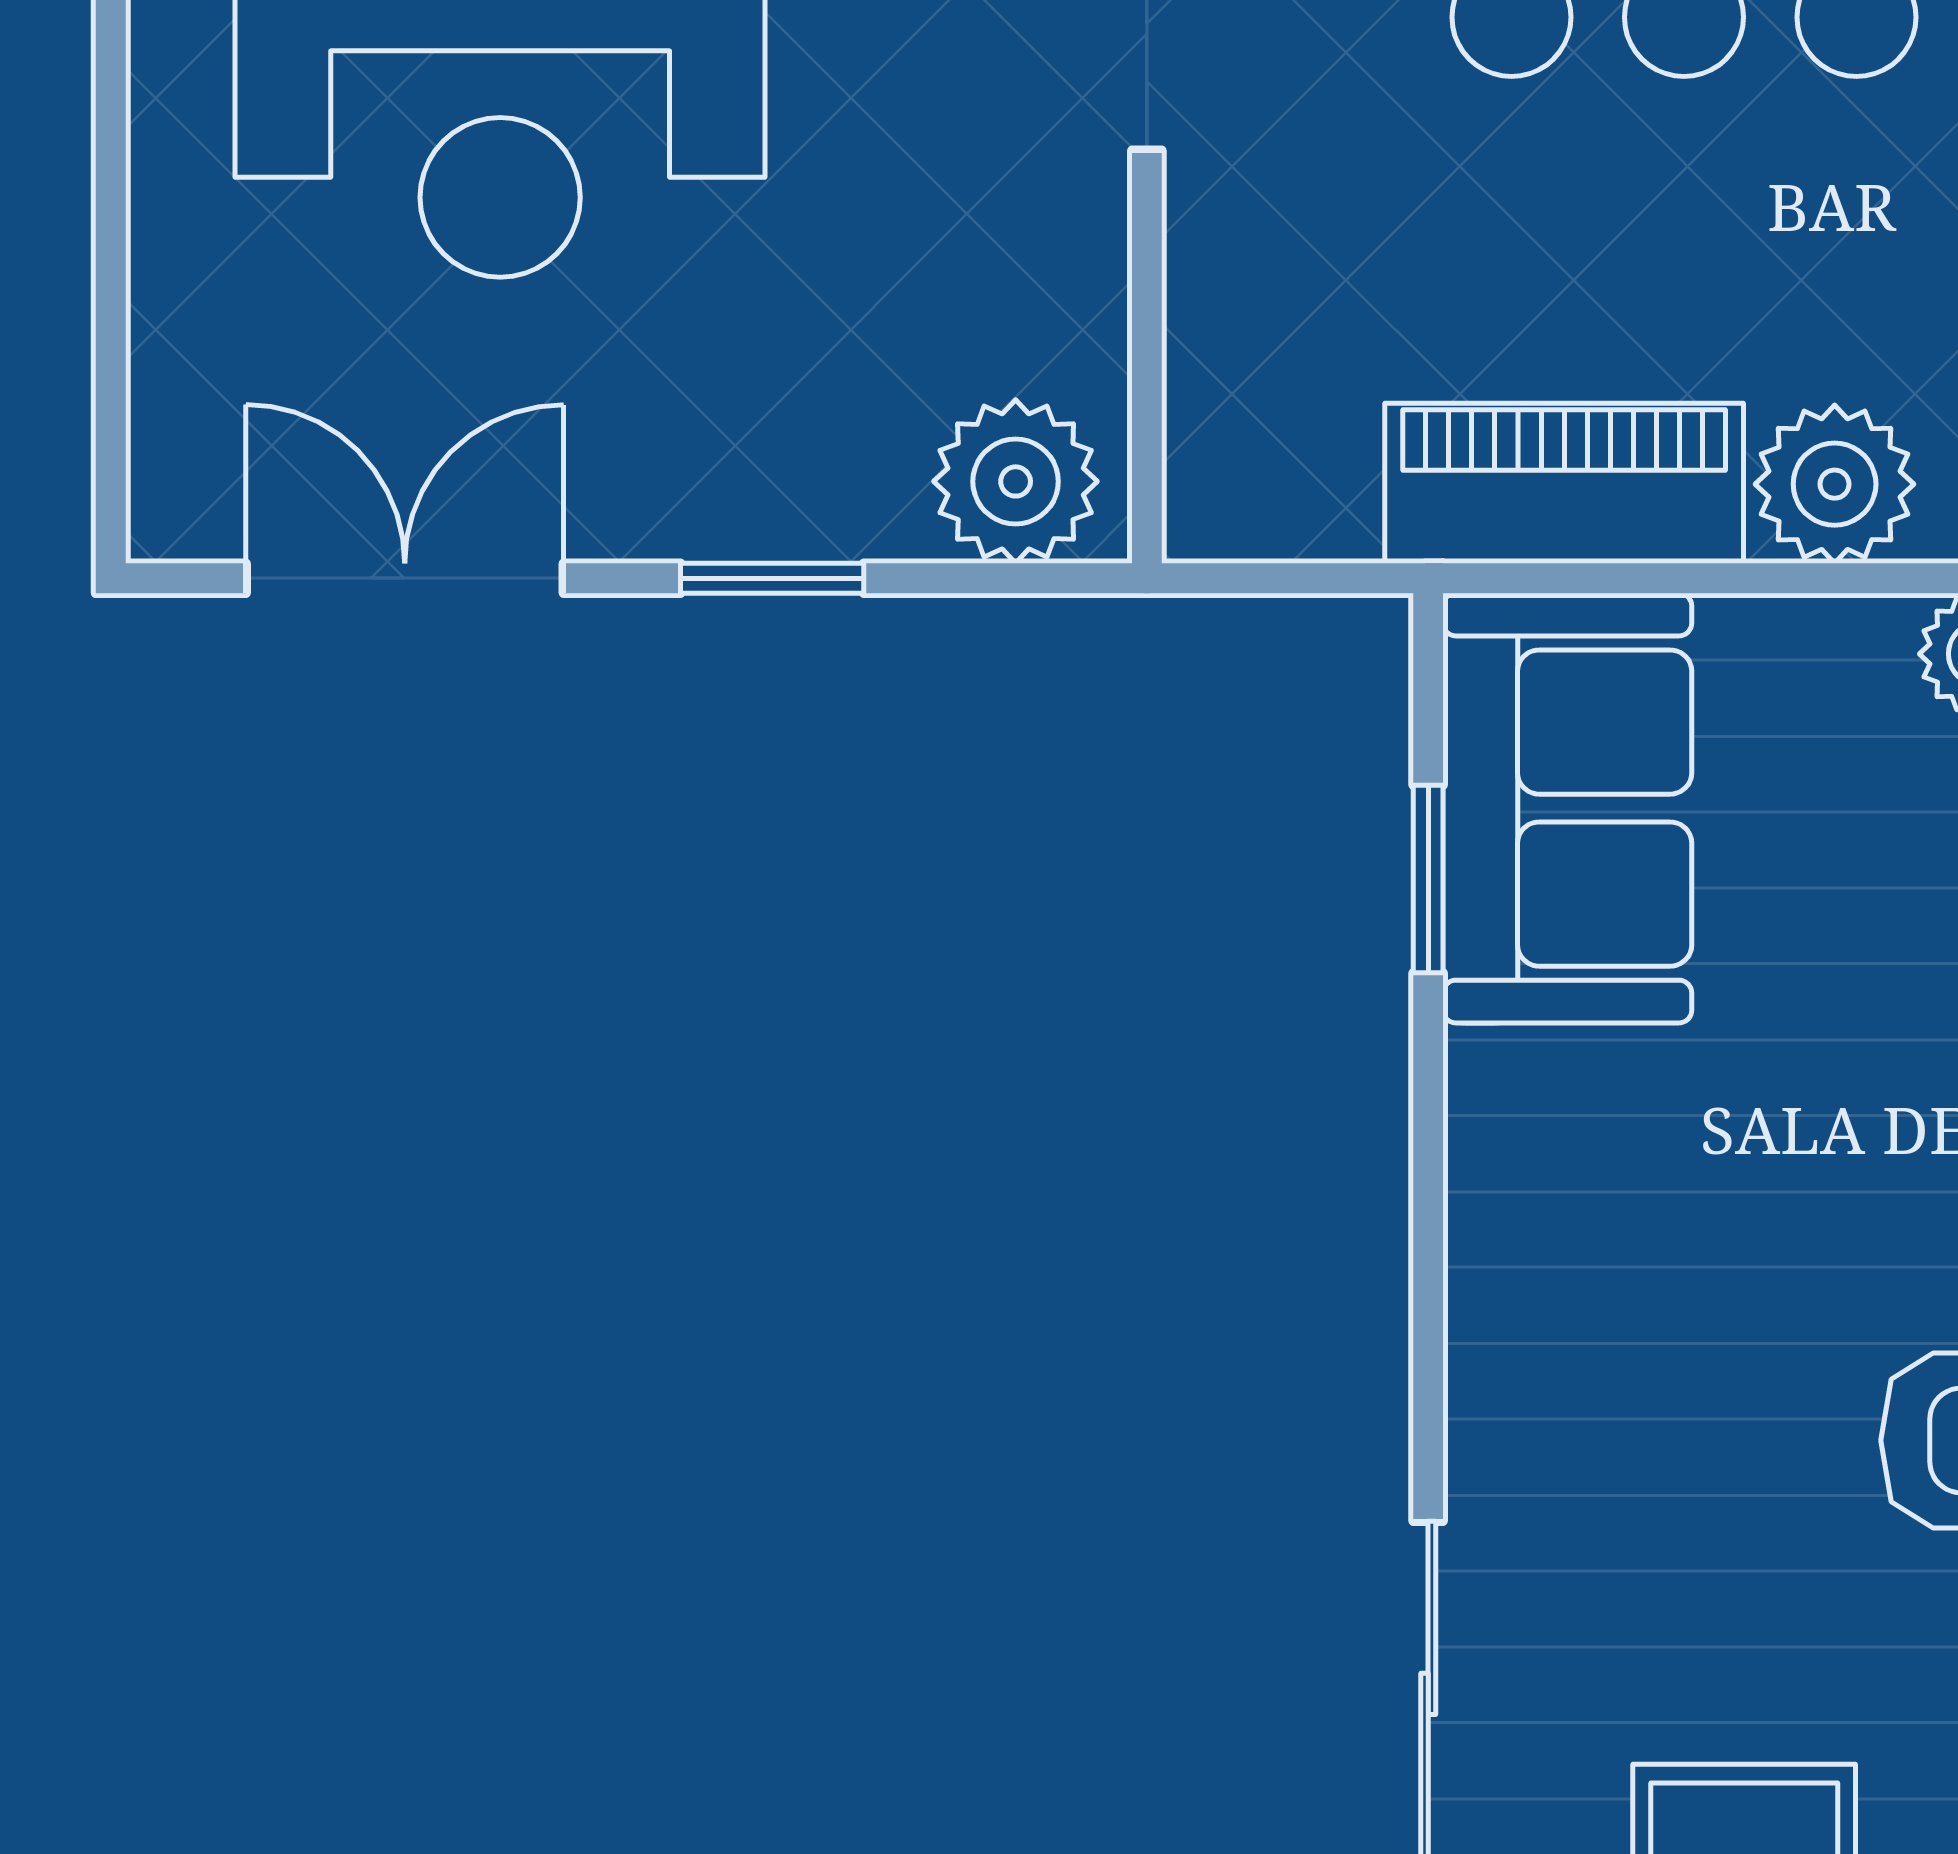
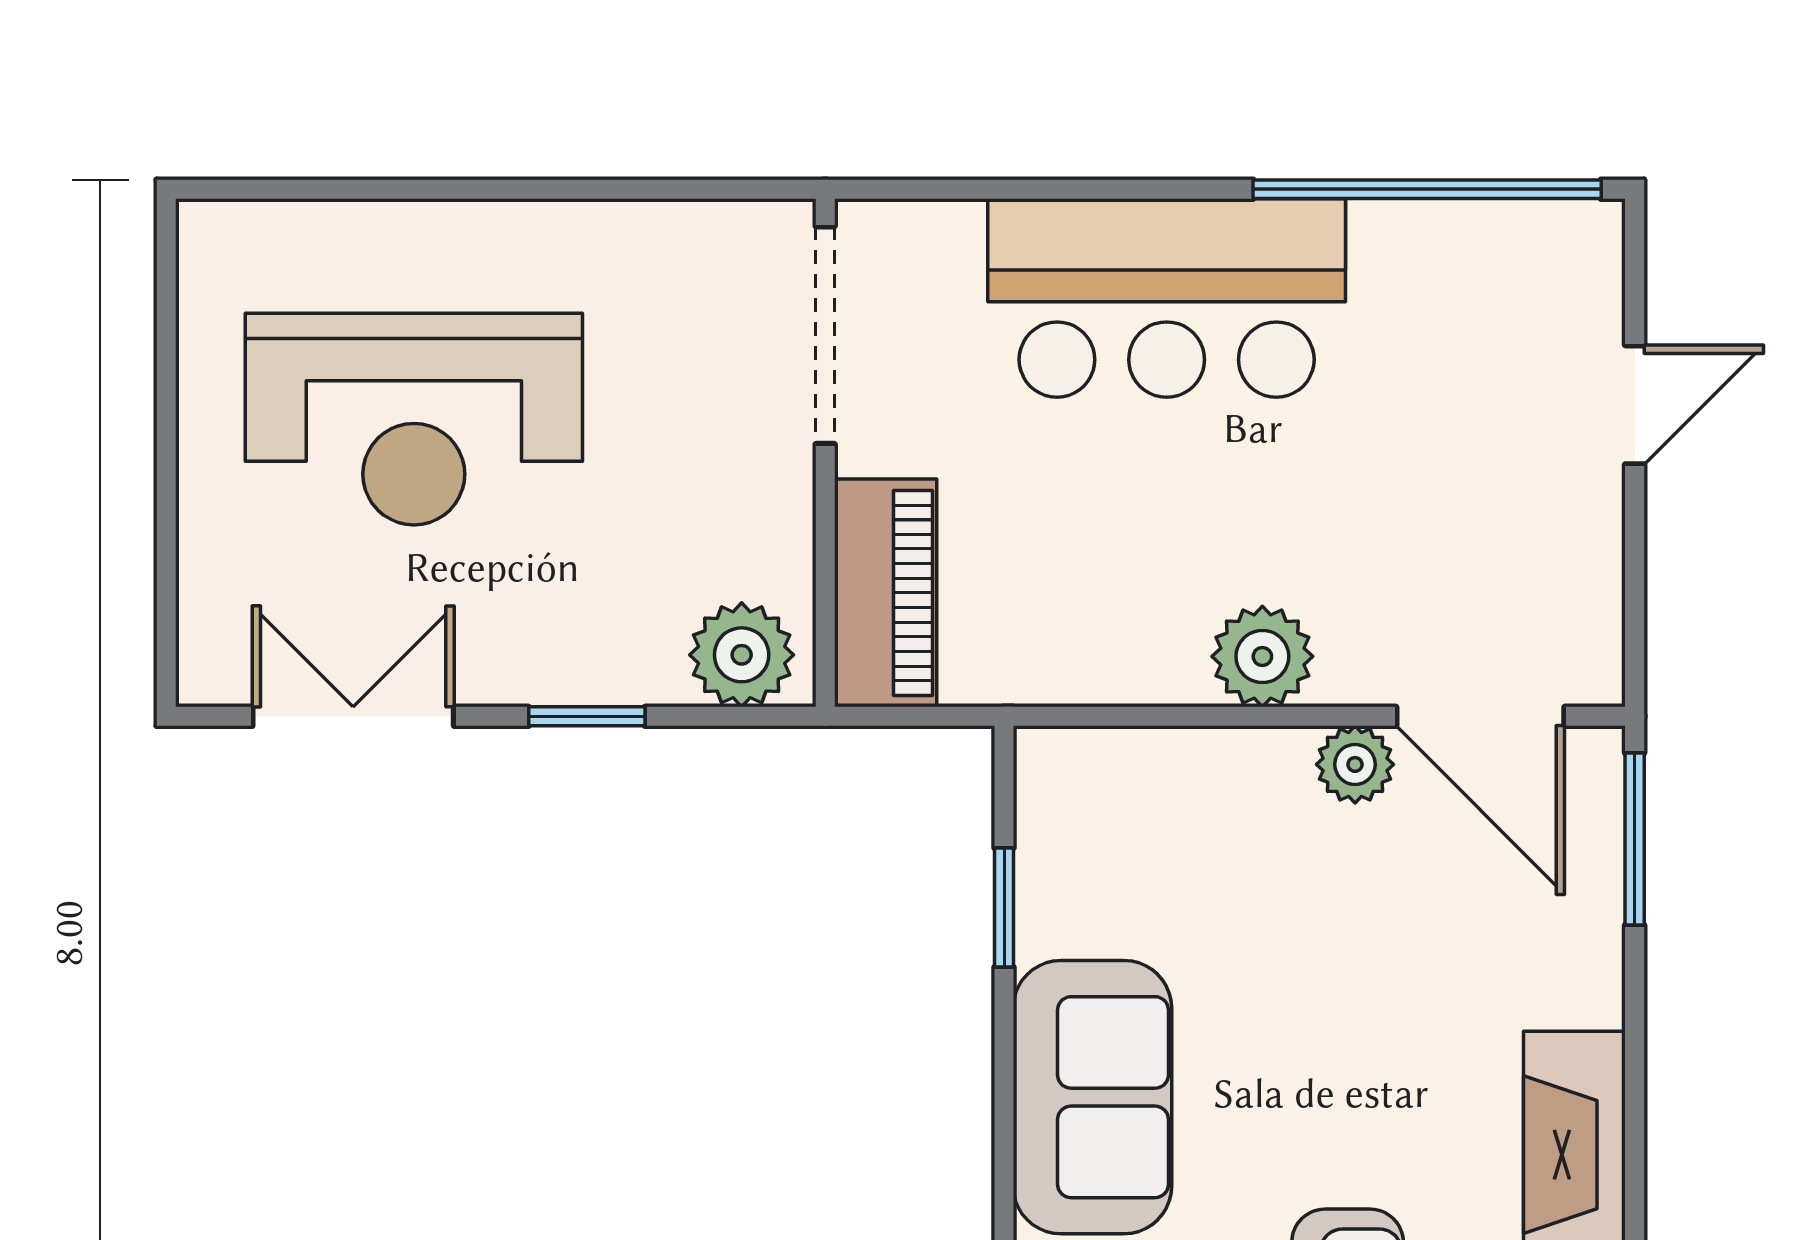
piano: (1564, 483) -> (886, 593), moved, turned 90
sofa: (1567, 808) -> (1092, 1097), moved

